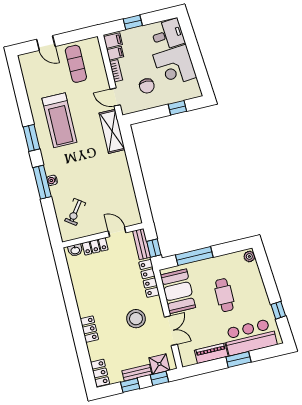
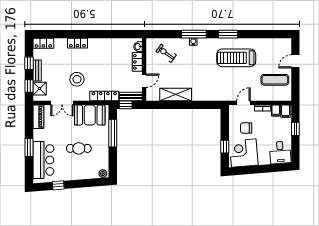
corner desk: (175, 66) -> (244, 153), moved
shelving: (112, 131) -> (176, 94), moved
piano: (211, 353) -> (38, 117), moved

